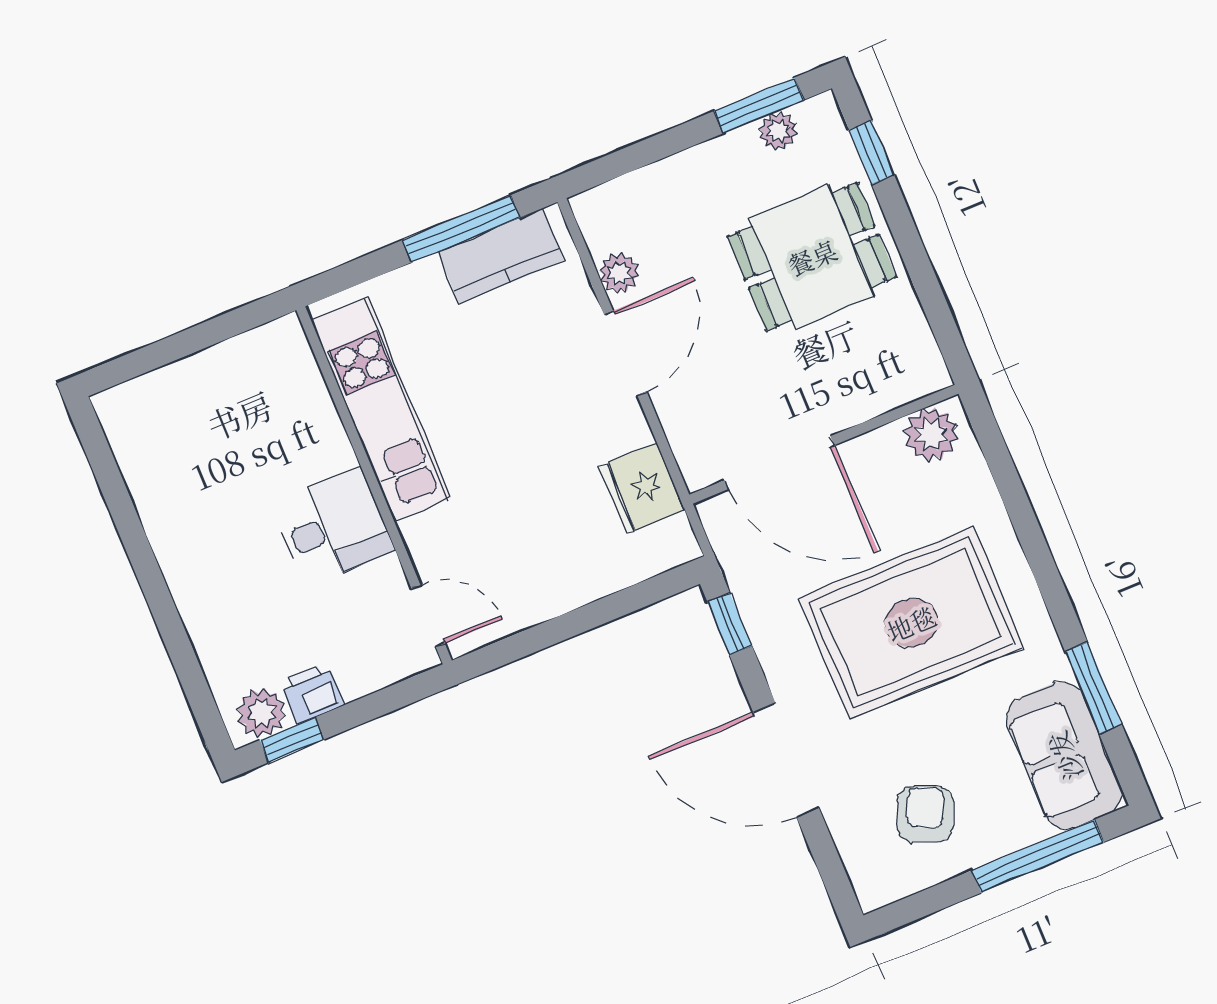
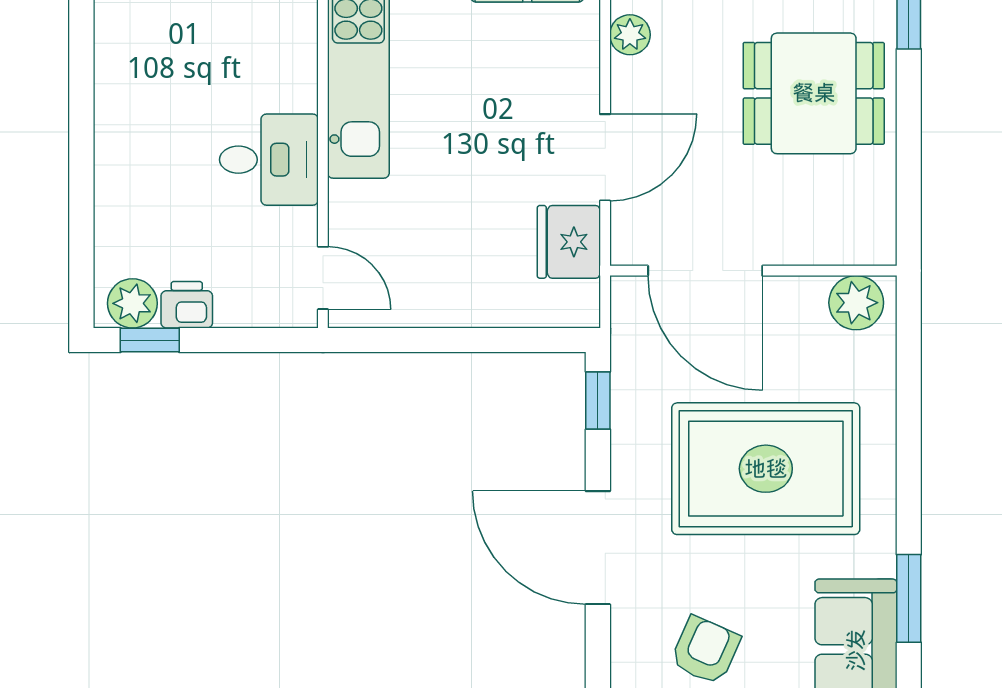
door: (625, 353) -> (605, 157), moved

